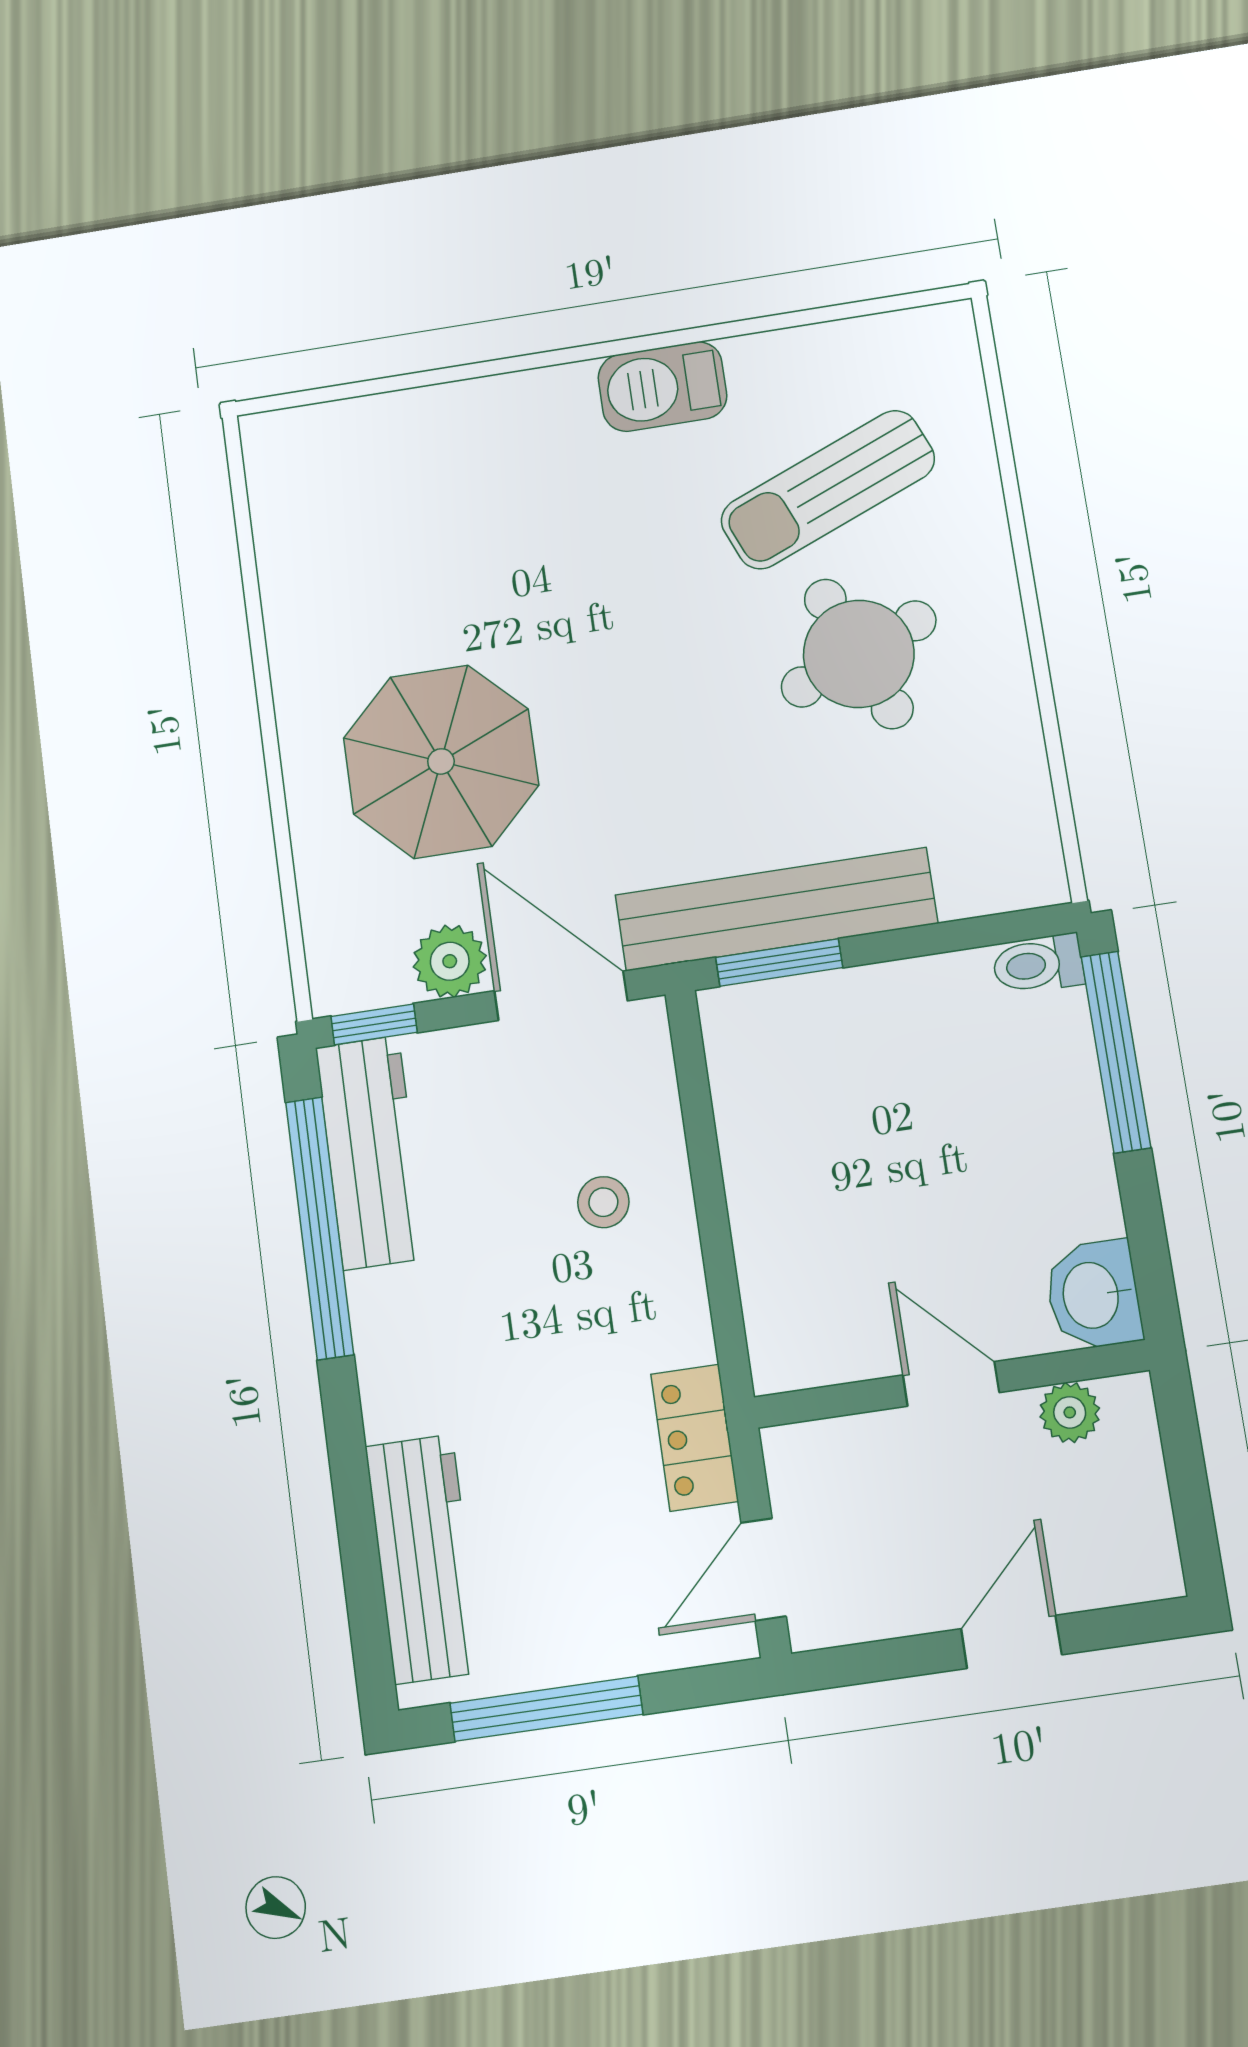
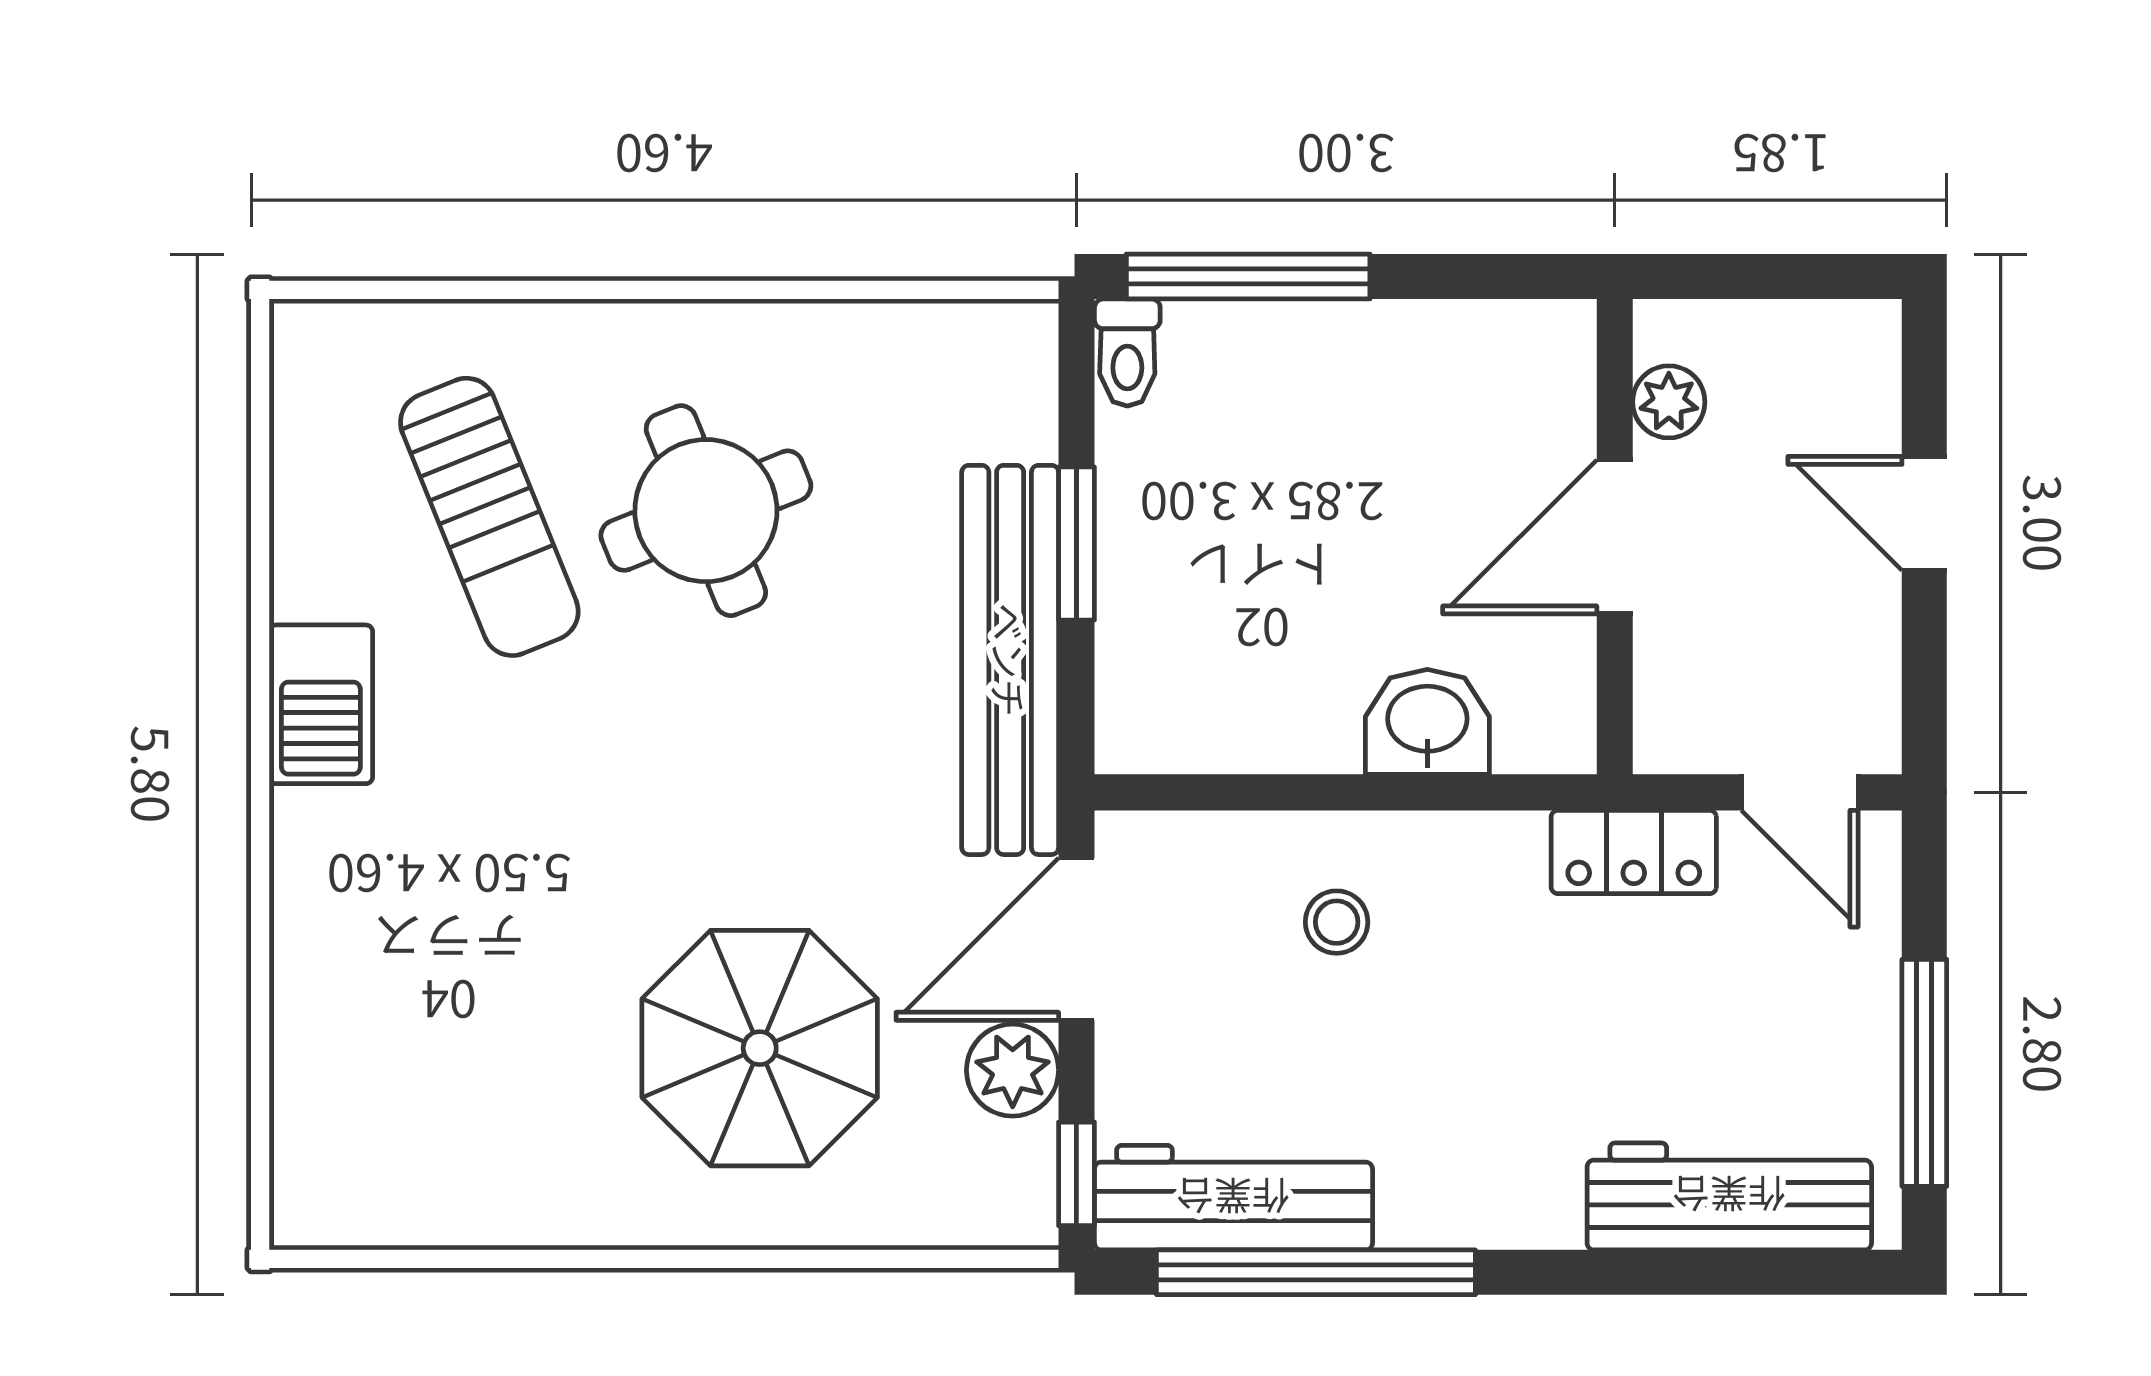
window: (779, 962) -> (1076, 544), moved
washbasin: (1093, 1295) -> (1427, 722), moved, turned 180
door: (951, 1384) -> (1615, 537), width x1.38

